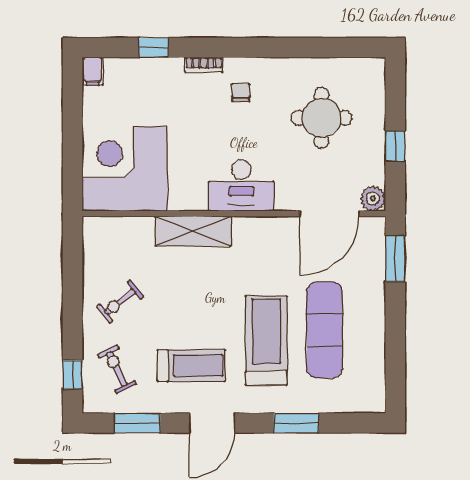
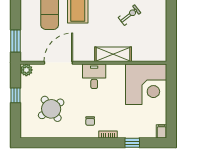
round table: (322, 118) -> (51, 109), turned -35
desk: (241, 185) -> (94, 76), width x0.73
door: (330, 214) -> (58, 63), moved
exercise bike: (120, 302) -> (130, 15), moved

